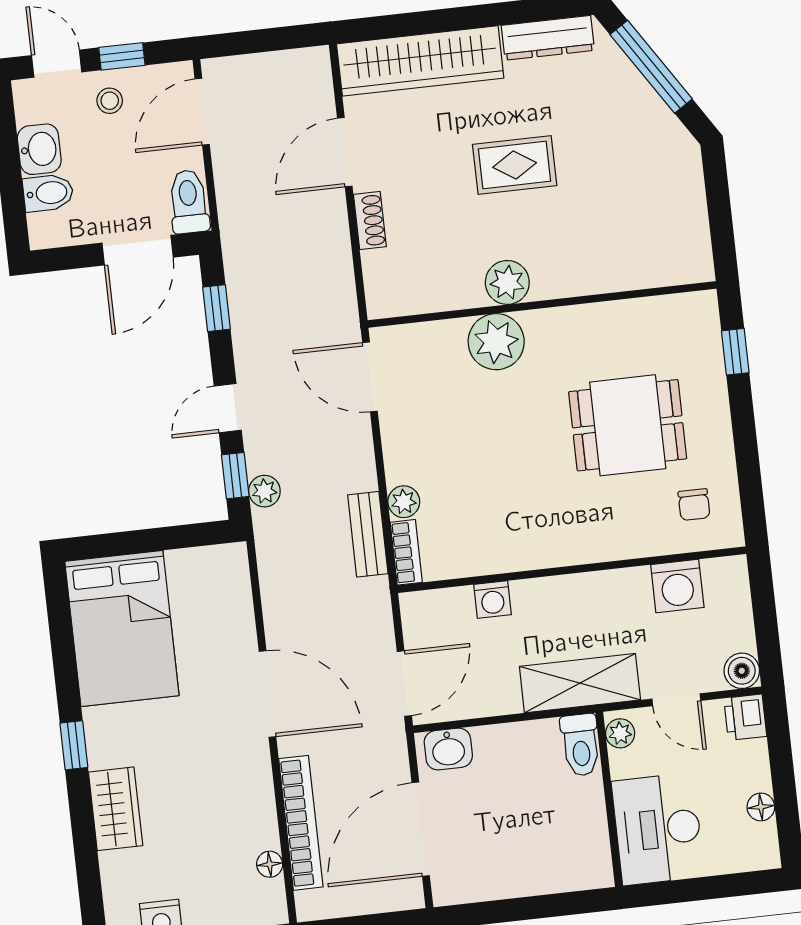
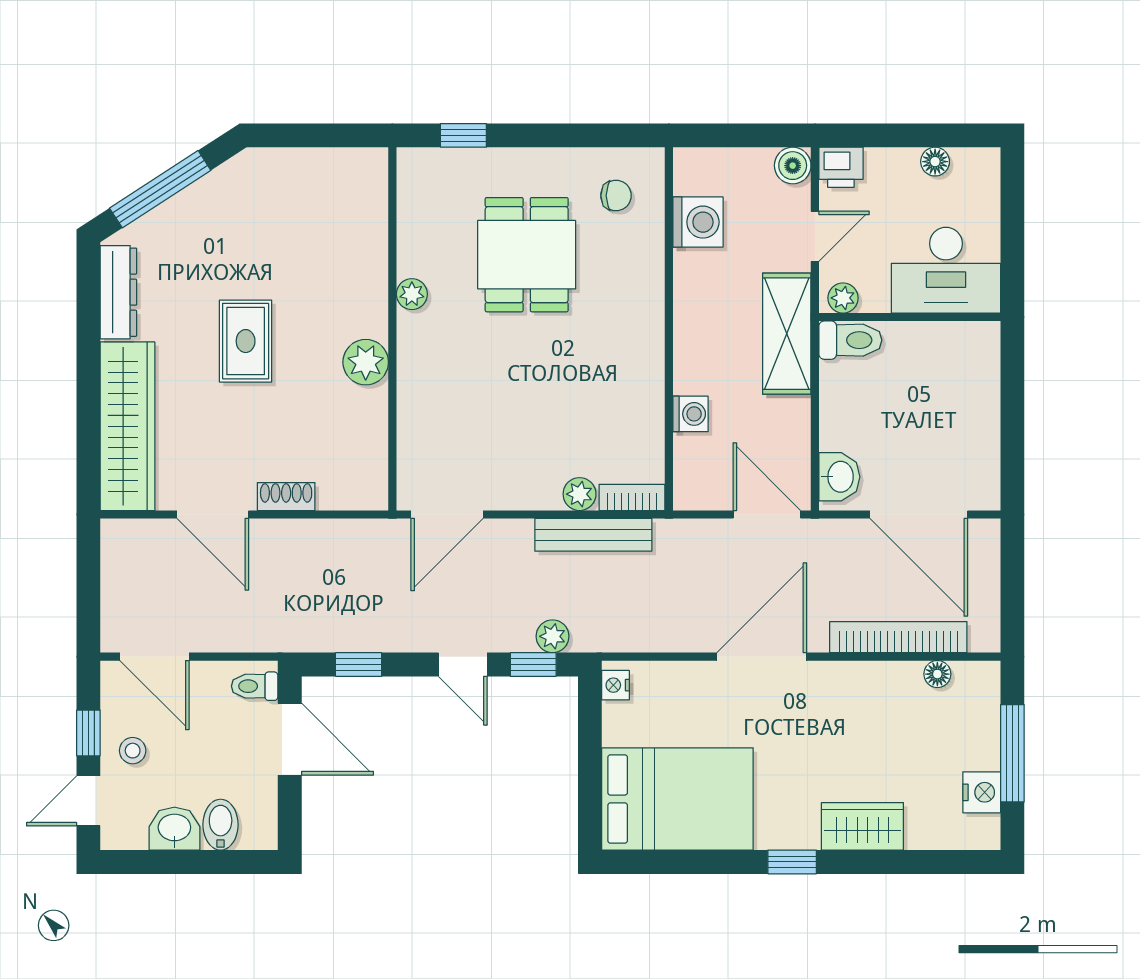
toilet: (189, 202) -> (255, 686), width x0.73, depth x0.72
plant: (496, 342) -> (412, 294), moved, width x0.53, depth x0.53
bench: (368, 534) -> (593, 535), width x1.36
nightstand: (224, 557) -> (616, 685), added

